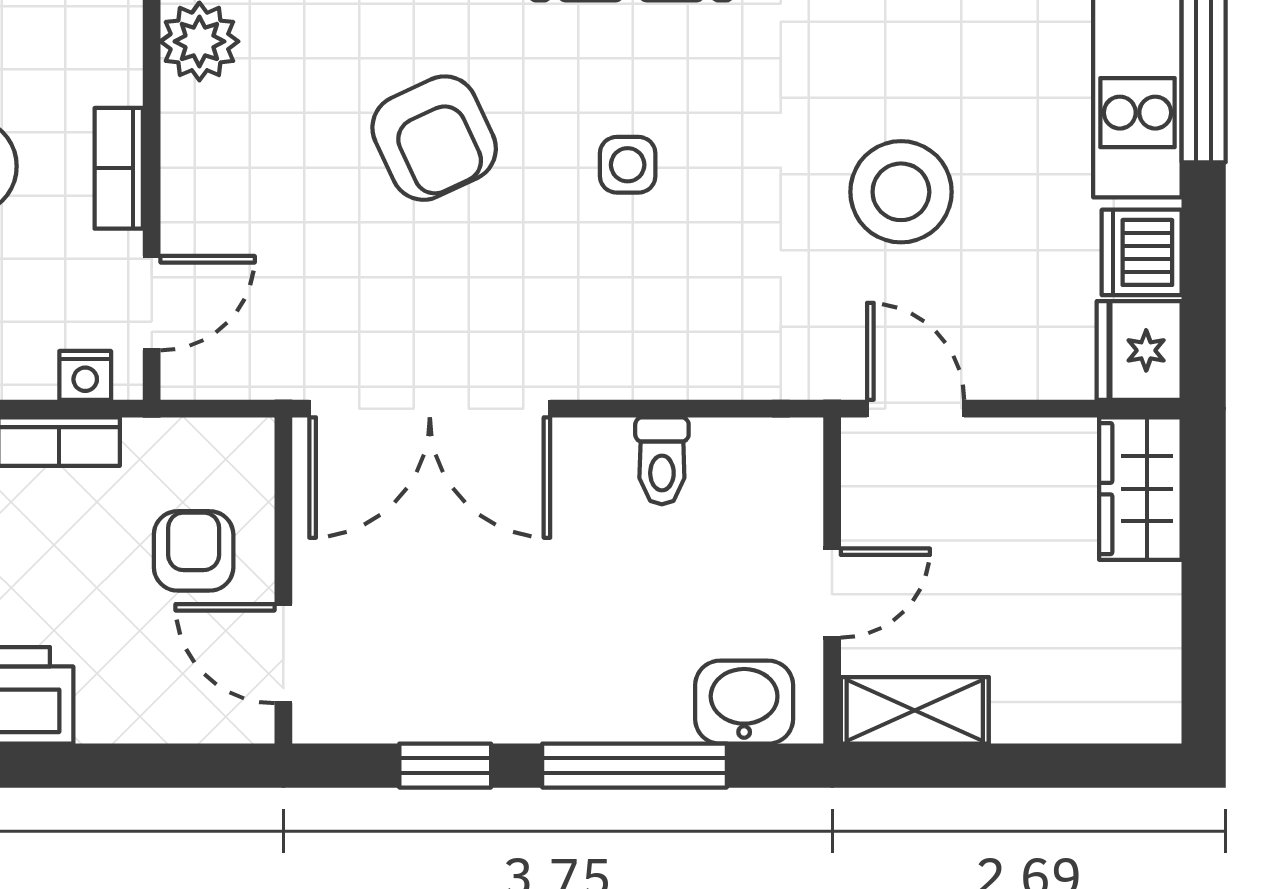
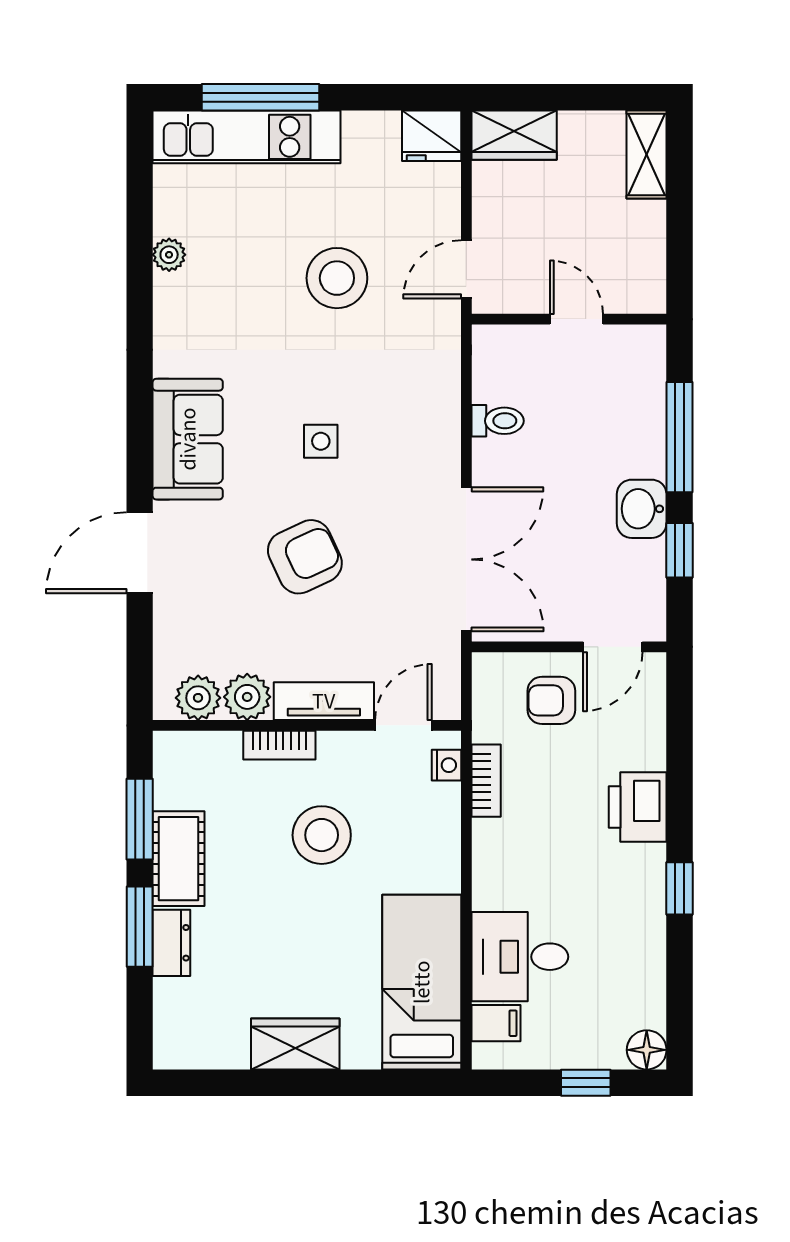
bookcase: (119, 168) -> (279, 745), moved
tv unit: (192, 170) -> (324, 701), added
dishwasher: (1142, 252) -> (373, 134), removed
door: (152, 303) -> (403, 725), hinge flipped
washbasin: (744, 702) -> (642, 509), moved
shelving: (915, 710) -> (647, 155), moved

